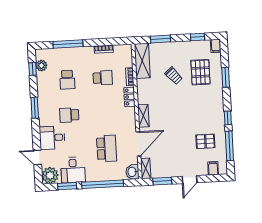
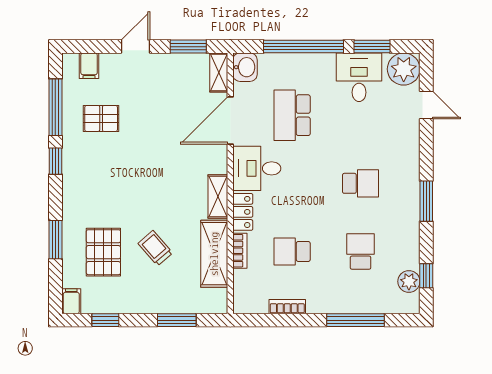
shelving: (142, 61) -> (214, 254), moved
shelving: (143, 116) -> (218, 196), moved
desk: (52, 138) -> (257, 168), moved, turned 180

